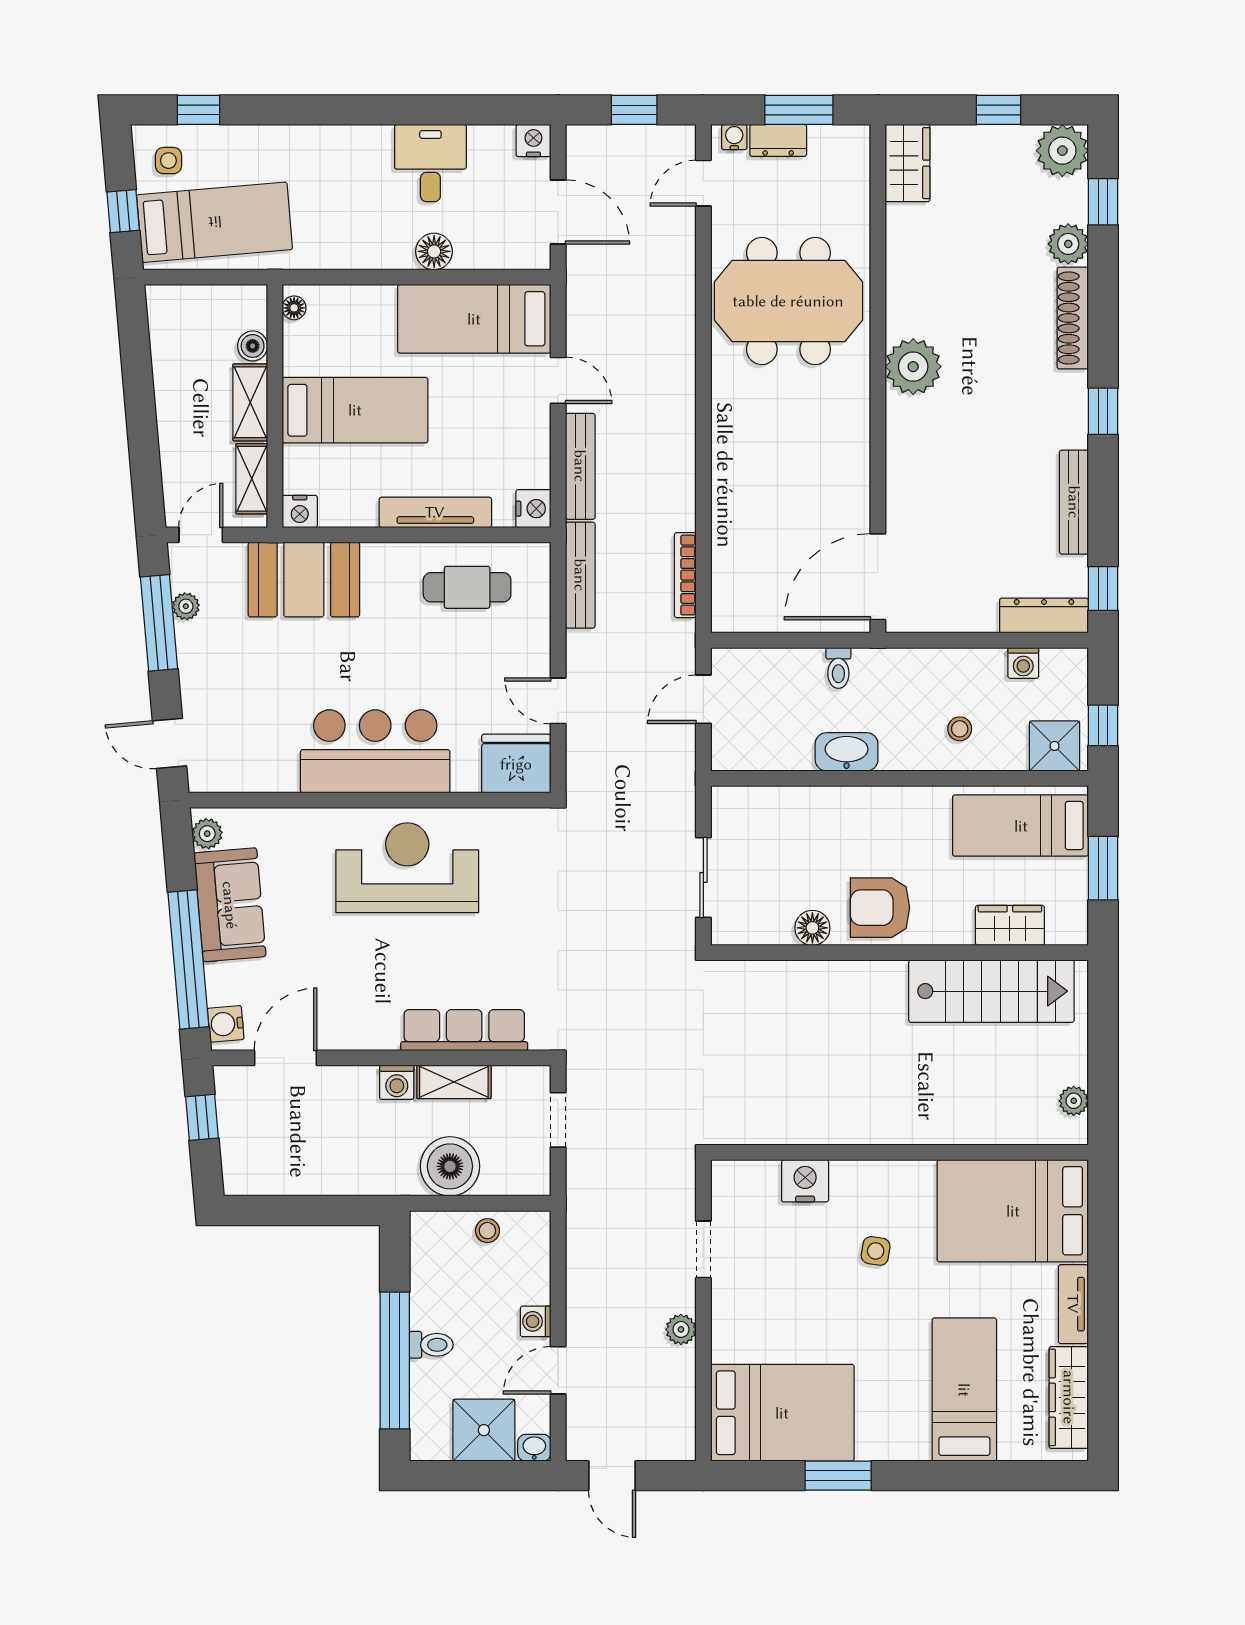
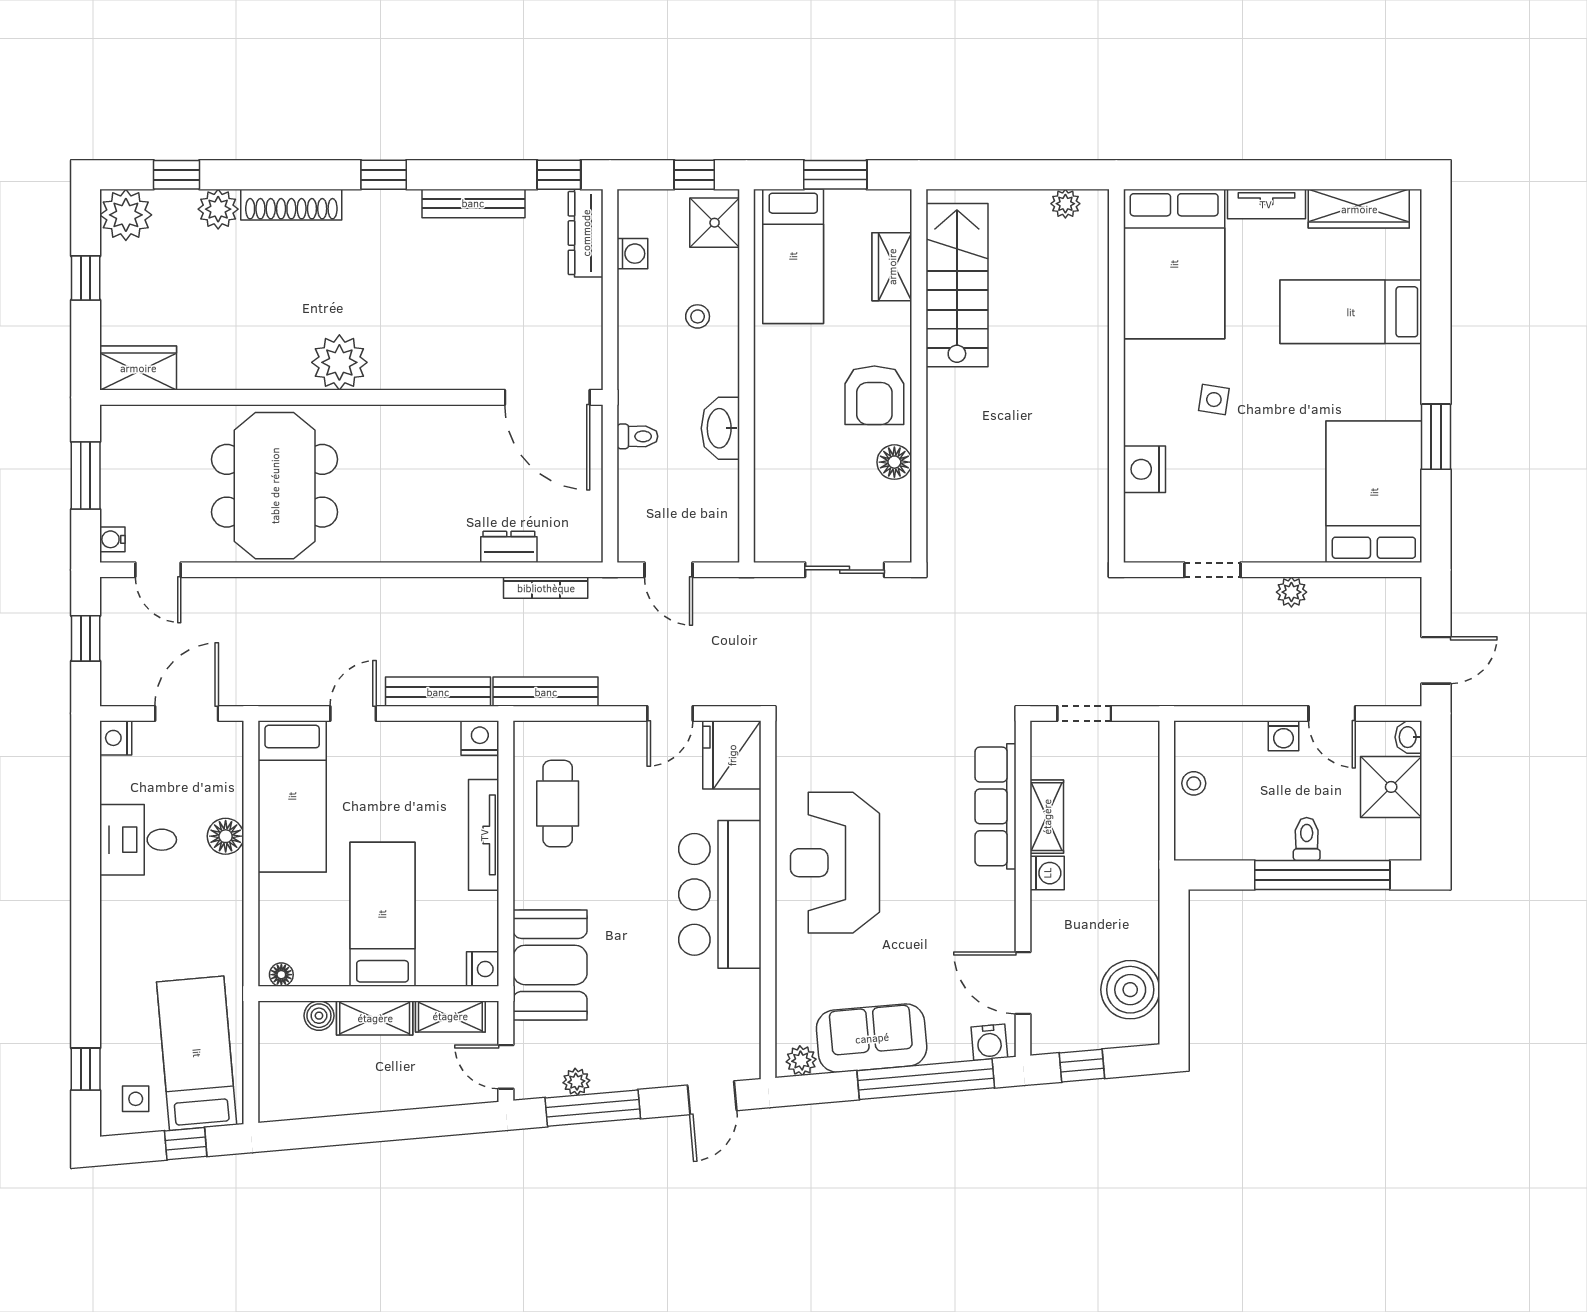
dresser: (778, 140) -> (509, 547), moved, turned -90
boiler: (450, 1166) -> (1130, 990), moved

